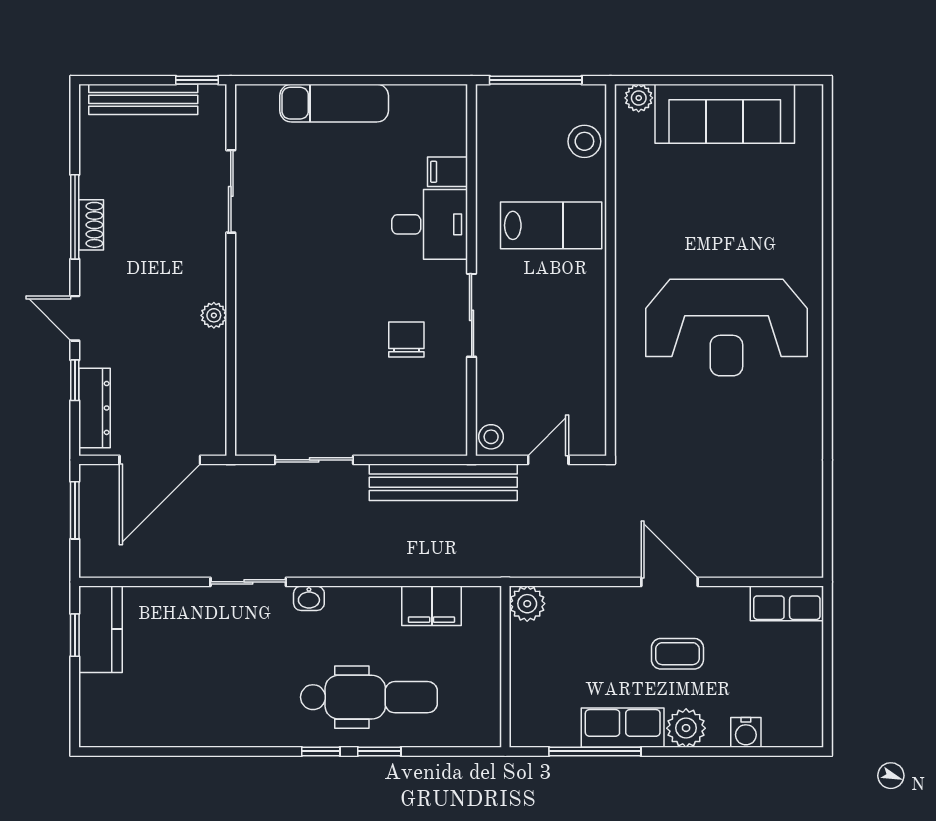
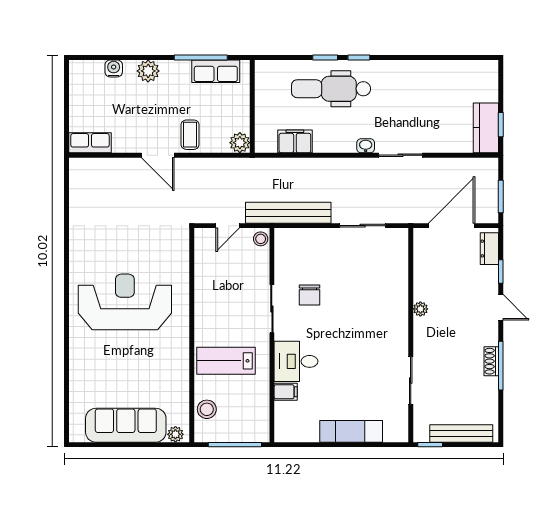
dresser: (94, 408) -> (489, 249), width x0.70
coffee table: (677, 654) -> (190, 135), moved, turned 90
row of seats: (623, 728) -> (216, 71), moved

